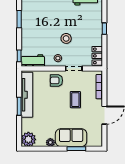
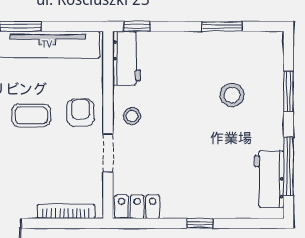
stool: (66, 38) -> (232, 95), moved
coffee table: (75, 100) -> (31, 115), moved

